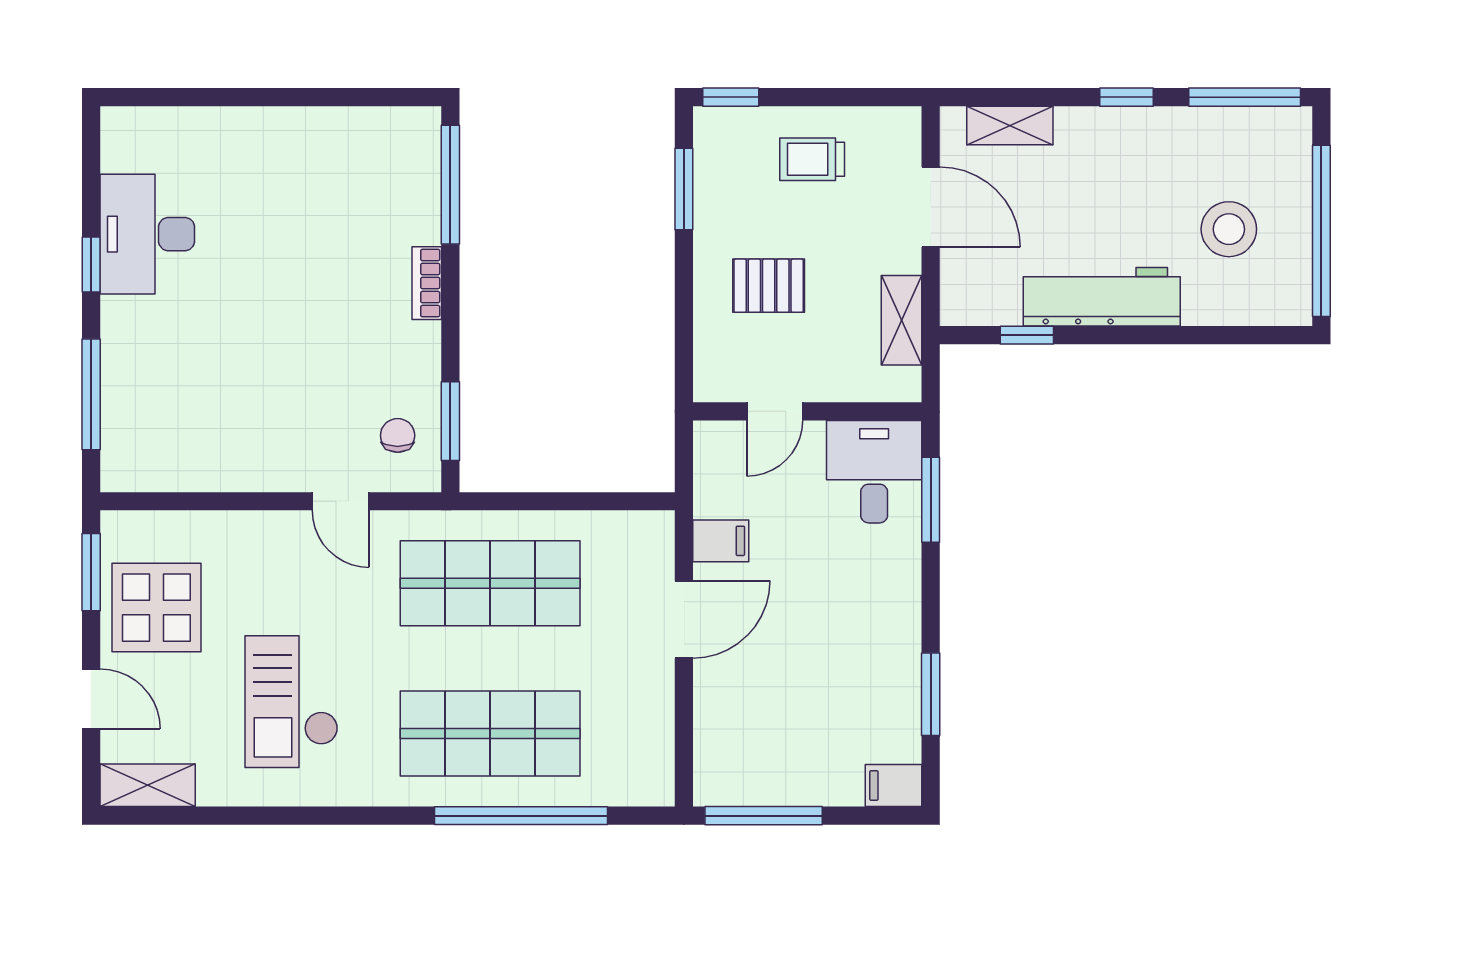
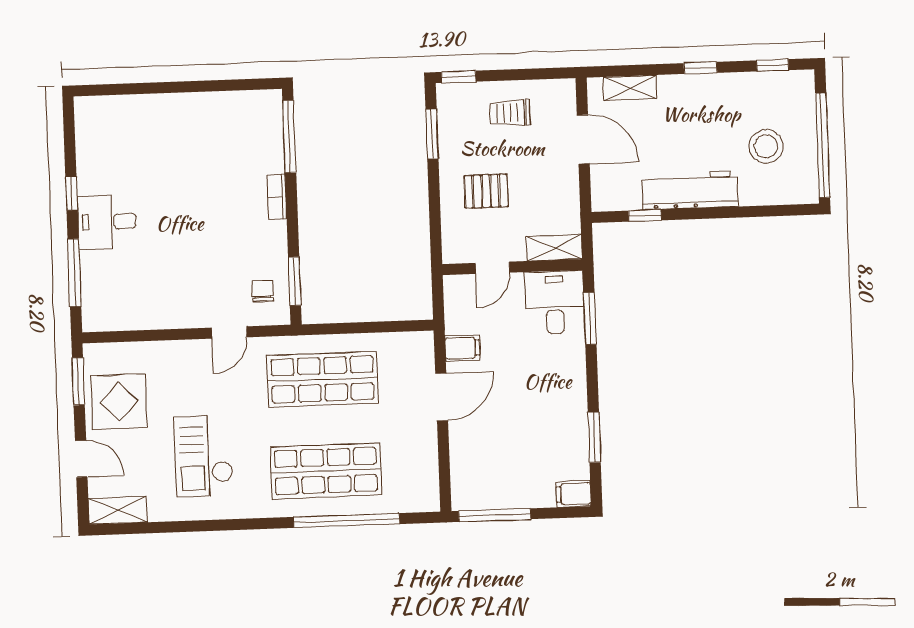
window: (1245, 97) -> (773, 65), width x0.46
desk: (147, 234) -> (107, 222), moved, width x0.73
shelving: (902, 320) -> (554, 248), moved, turned 90
door: (341, 501) -> (229, 332), hinge flipped

